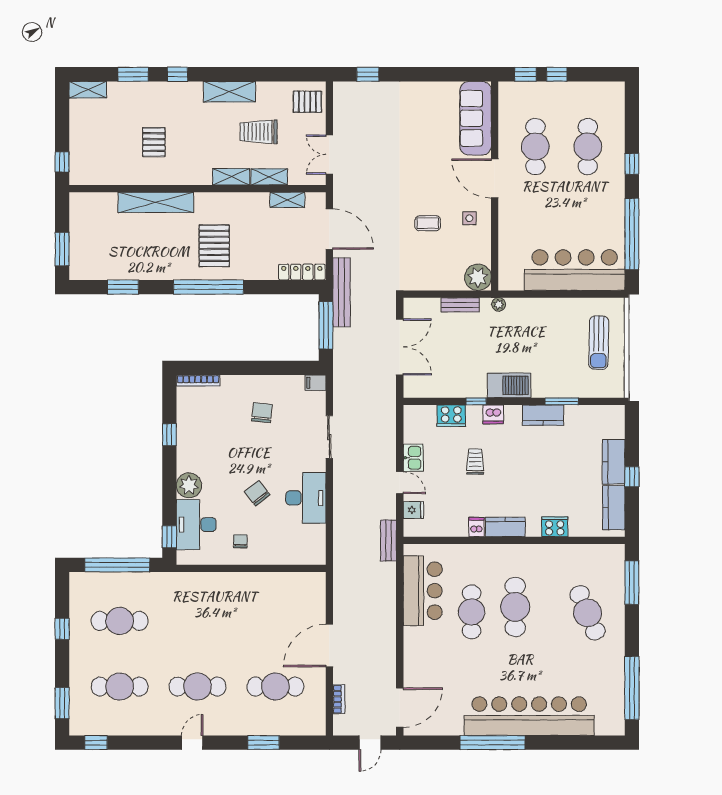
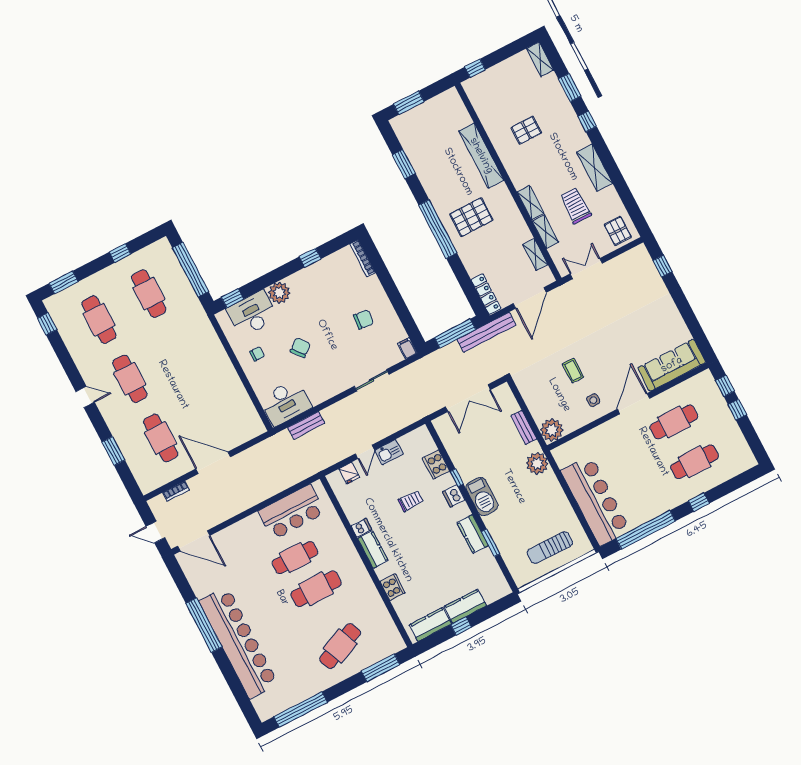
plant: (499, 304) -> (537, 463), width x1.88, depth x1.88
desk: (306, 498) -> (285, 402), moved
bench: (388, 541) -> (306, 425), moved

